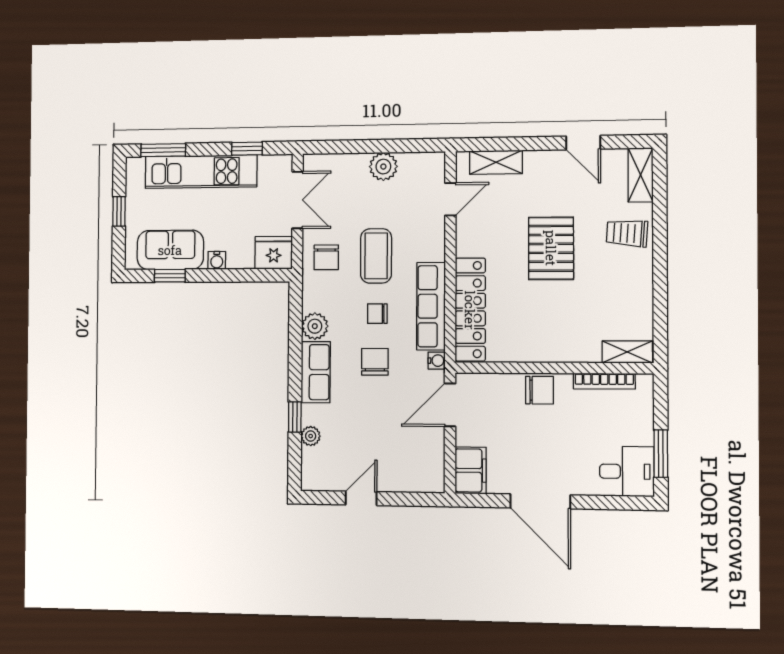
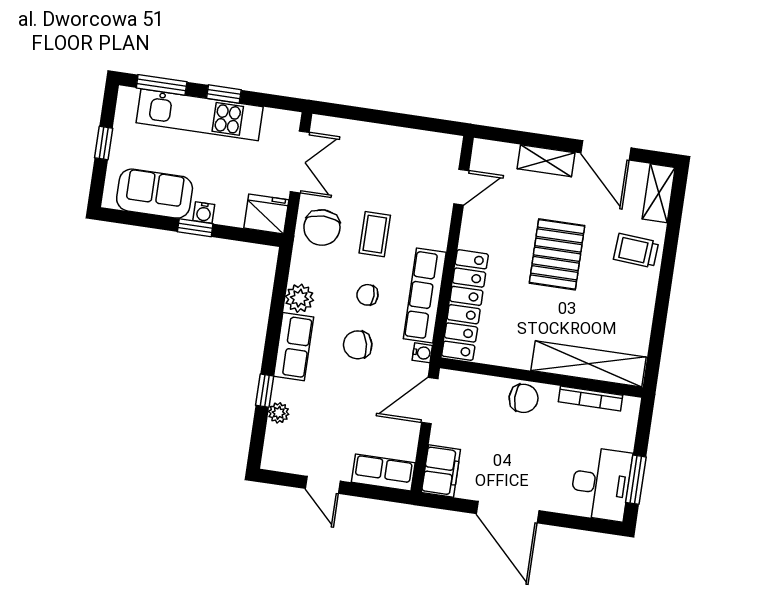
door: (583, 143) -> (606, 150), width x1.38
window: (247, 149) -> (224, 94), moved
shelving: (496, 162) -> (546, 161), moved
plant: (383, 167) -> (396, 141), removed
coffee table: (376, 256) -> (375, 234), width x0.73, depth x0.77
chair: (326, 257) -> (322, 228), width x1.37, depth x1.37
window: (170, 276) -> (195, 228), moved
shelving: (627, 352) -> (588, 364), width x2.20, depth x1.33
chair: (375, 362) -> (358, 345), turned -103
desk: (627, 471) -> (601, 484), width x1.37
row of seats: (416, 479) -> (383, 472), added
door: (361, 498) -> (323, 485), swing flipped

